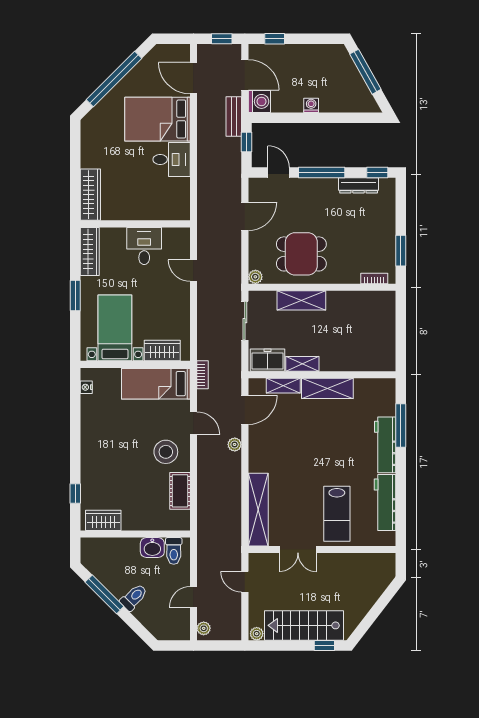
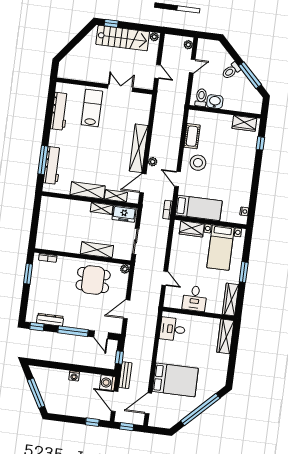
door: (193, 78) -> (148, 403), swing flipped
desk: (172, 159) -> (173, 329), moved
workbench: (385, 445) -> (53, 165), moved
shelving: (258, 510) -> (139, 148), moved

